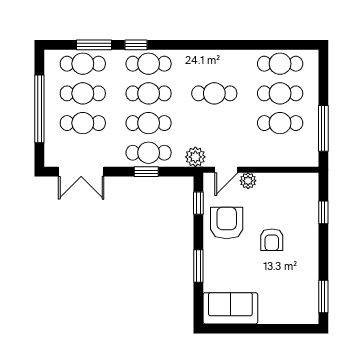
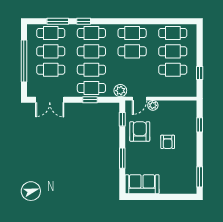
cafe table: (214, 64) -> (132, 33), added
window: (323, 128) -> (200, 73), width x0.46

